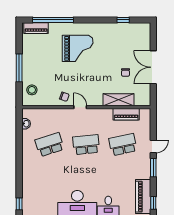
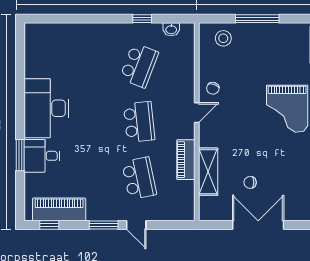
piano: (126, 114) -> (186, 160), moved
school desk: (49, 145) -> (139, 65), turned 39
window: (19, 204) -> (142, 19), moved

